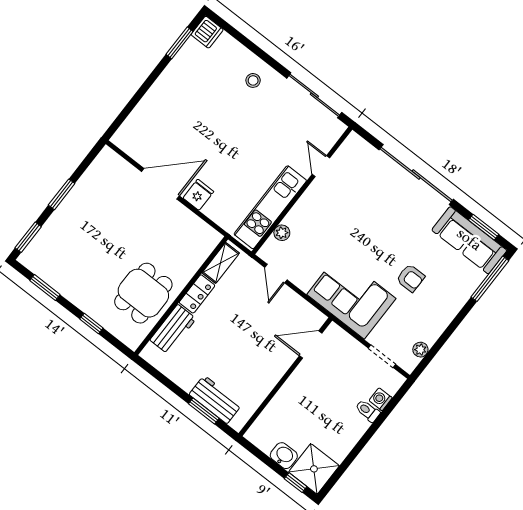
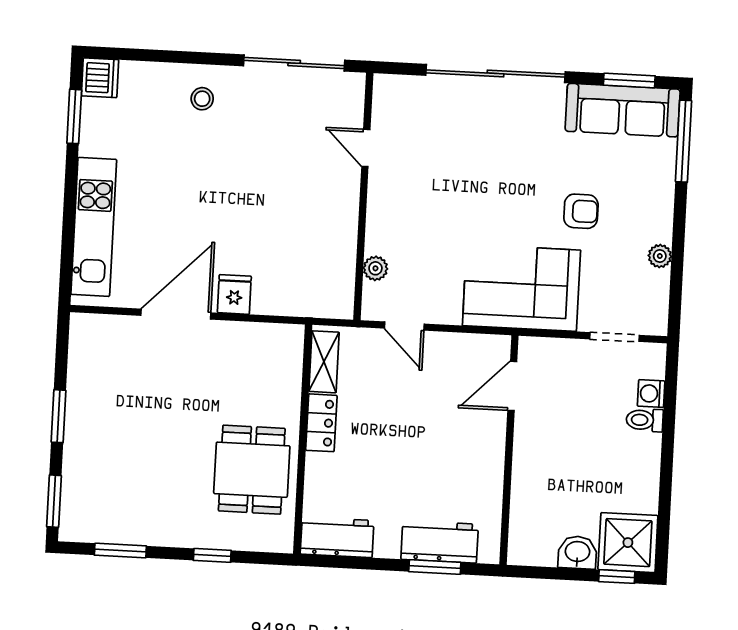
kitchen unit: (270, 207) -> (94, 227), moved, turned 180
workbench: (173, 329) -> (337, 537), moved, turned -90
plant: (420, 350) -> (660, 256), moved

